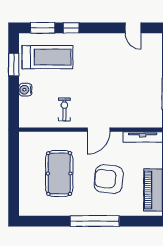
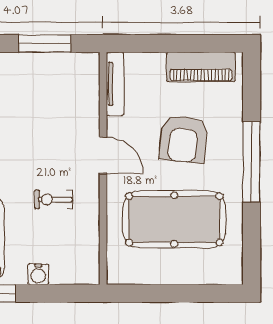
exercise bike: (64, 109) -> (54, 199), moved
pool table: (59, 173) -> (174, 219), width x1.36, depth x1.32

